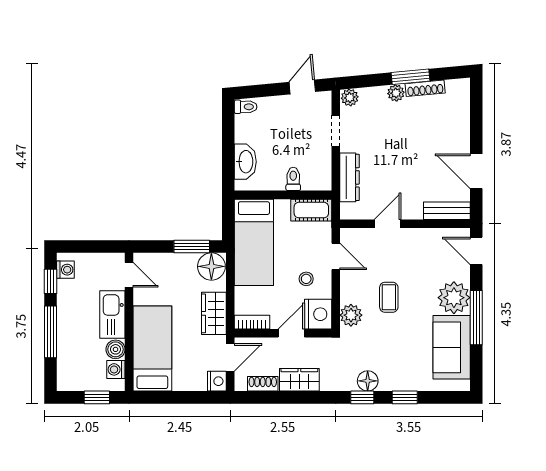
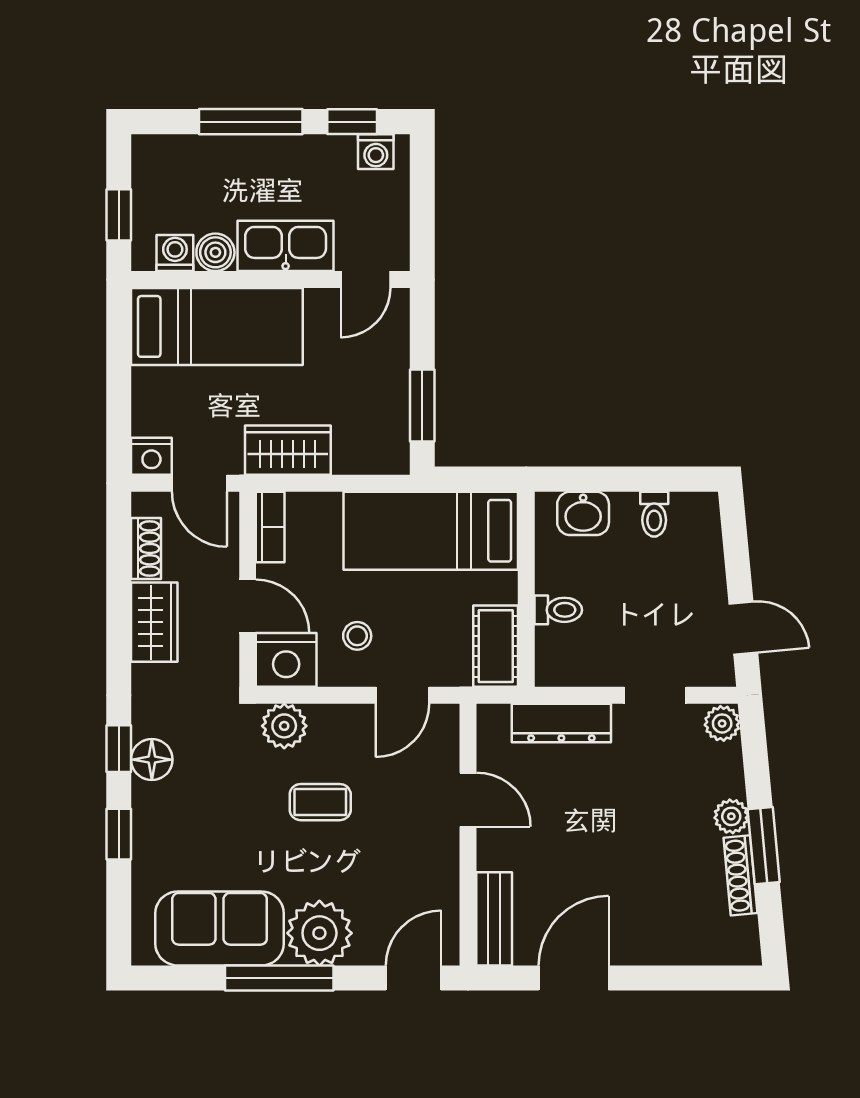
toilet: (246, 107) -> (654, 514), moved
washbasin: (245, 162) -> (583, 513), width x0.72
floor lamp: (211, 266) -> (382, 445), removed

